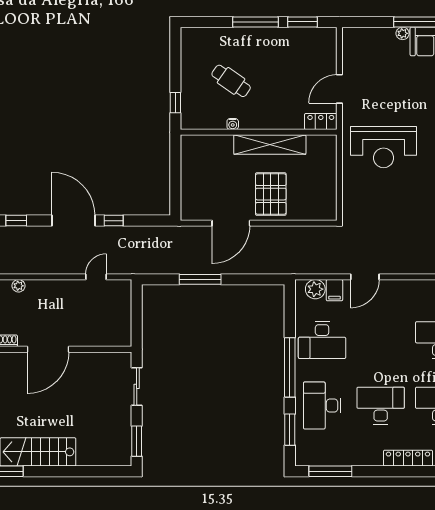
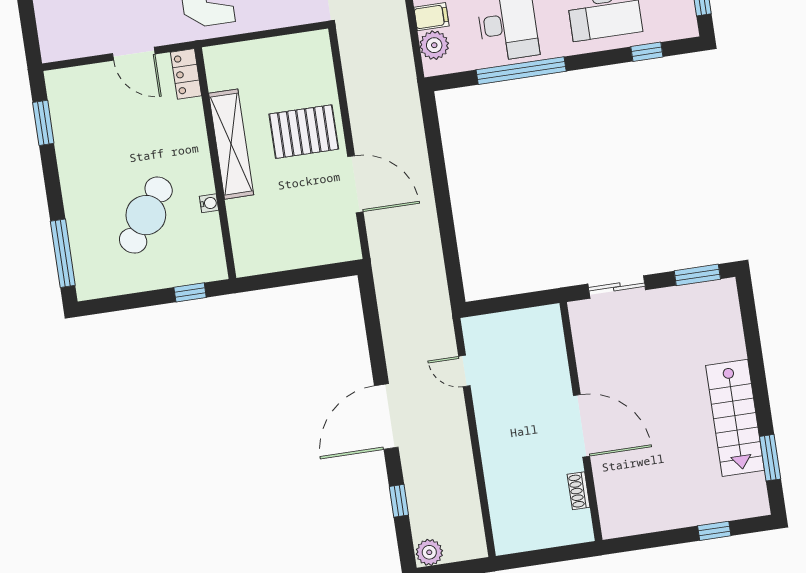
window: (255, 22) -> (63, 253), moved
cafe table: (231, 81) -> (146, 215), width x1.37, depth x1.35
window: (114, 221) -> (377, 357), removed
window: (200, 279) -> (445, 217), removed
plant: (19, 286) -> (495, 483), removed
window: (290, 367) -> (521, 71), moved
window: (290, 430) -> (647, 52), width x0.67

